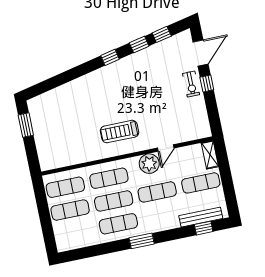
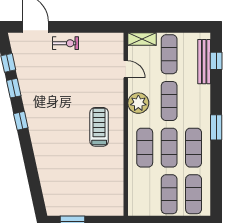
window: (207, 83) -> (68, 27), removed
treadmill: (120, 132) -> (99, 127), turned 180
door: (166, 148) -> (126, 69), moved
exercise mat: (65, 187) -> (194, 194), moved

